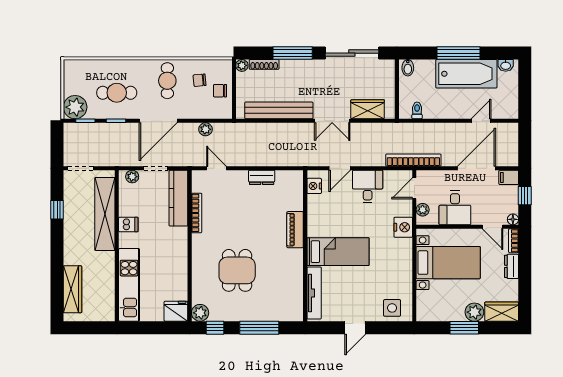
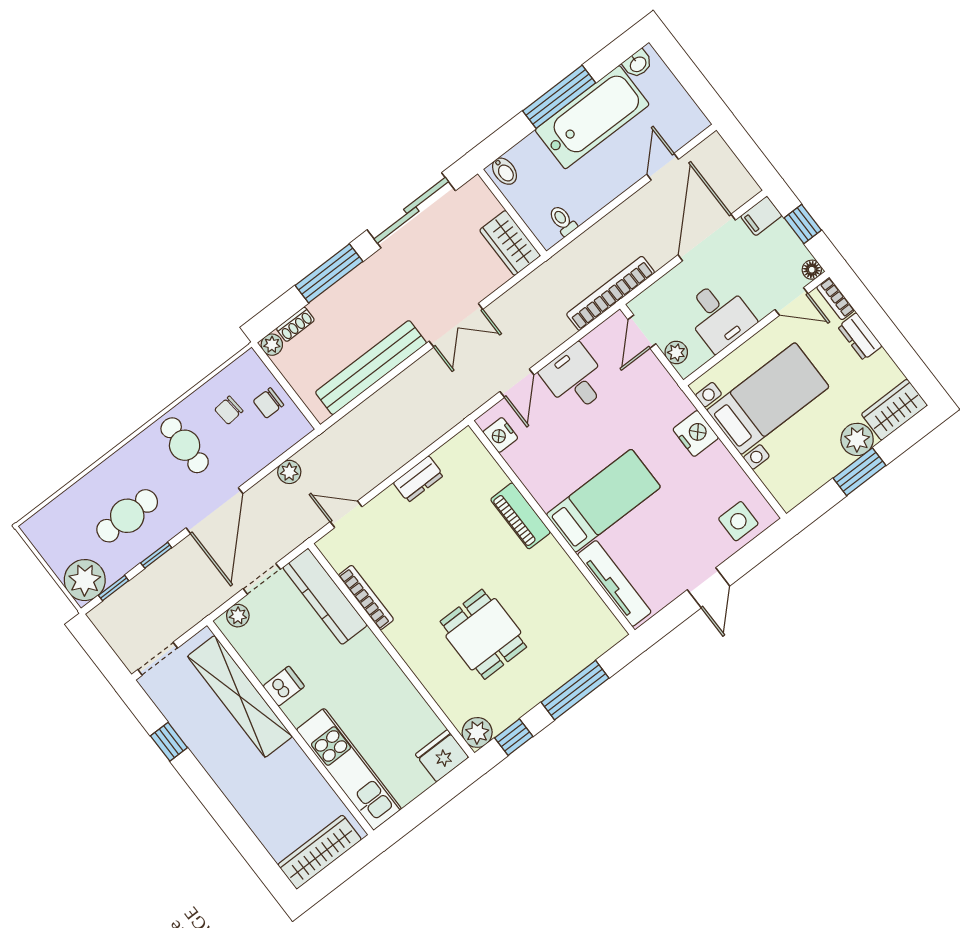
shoe rack: (264, 64) -> (295, 324), width x0.70
wardrobe: (368, 109) -> (510, 243), moved, turned -90
nightstand: (403, 227) -> (696, 433), moved
wardrobe: (72, 289) -> (320, 852), moved, turned -90

